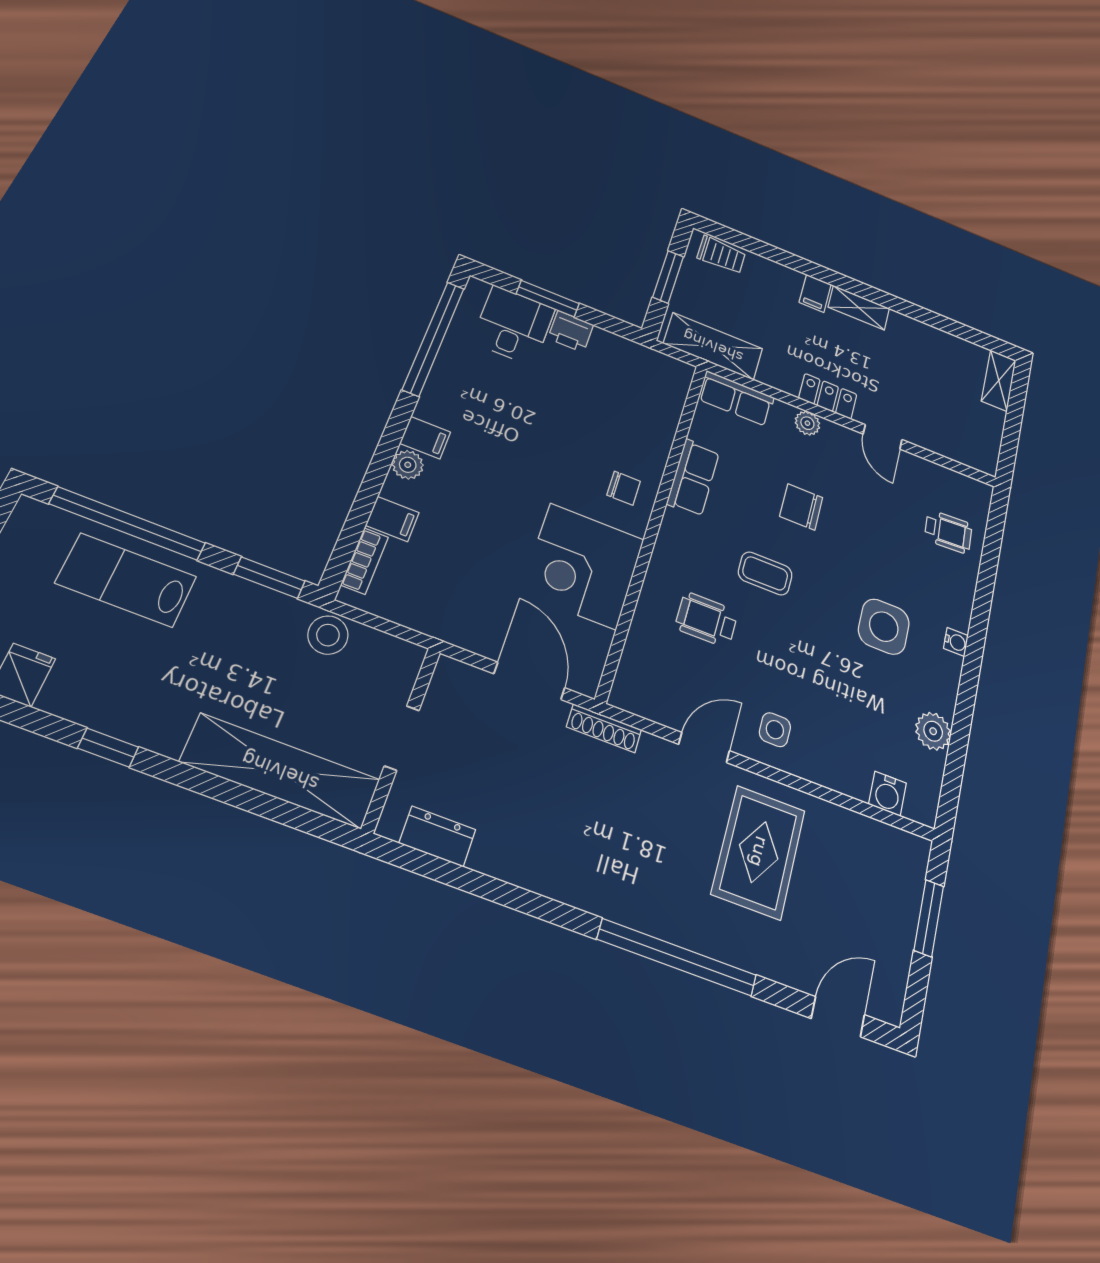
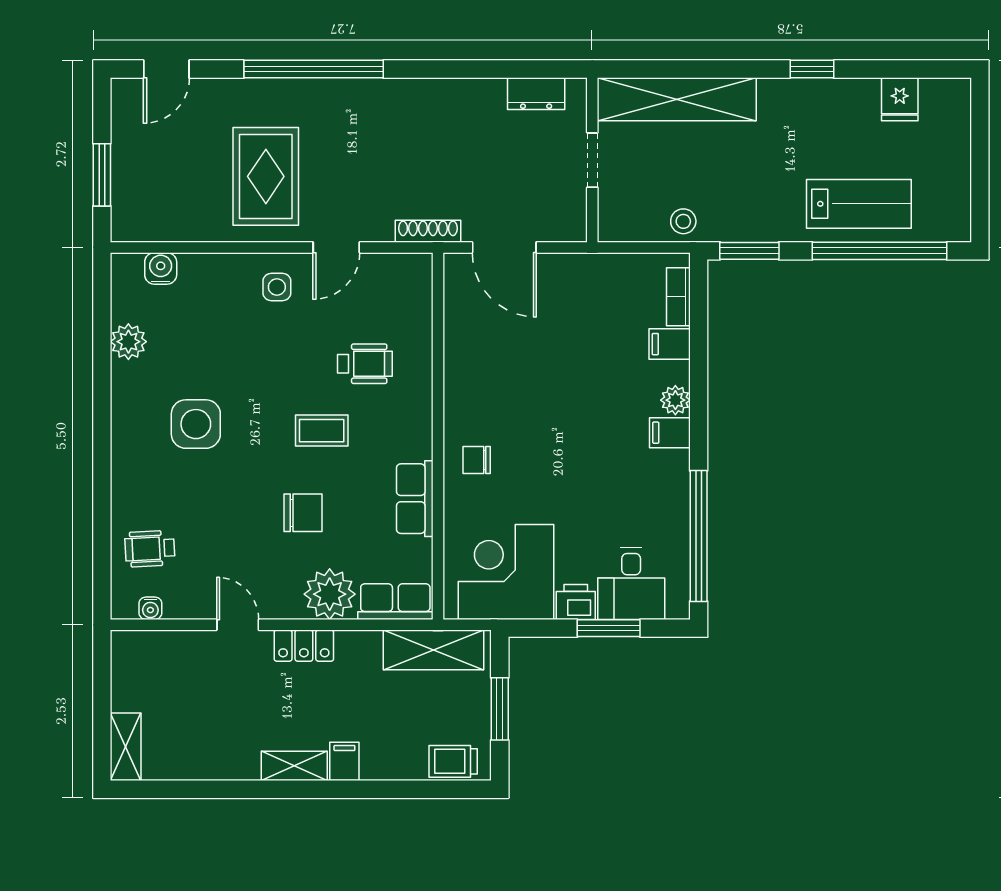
plant: (807, 423) -> (330, 594), width x1.87, depth x1.87
corner desk: (583, 566) -> (506, 572), moved, turned -90
stool: (328, 635) -> (683, 221), width x0.73, depth x0.73
water cooler: (956, 642) -> (150, 608), moved, turned -90

